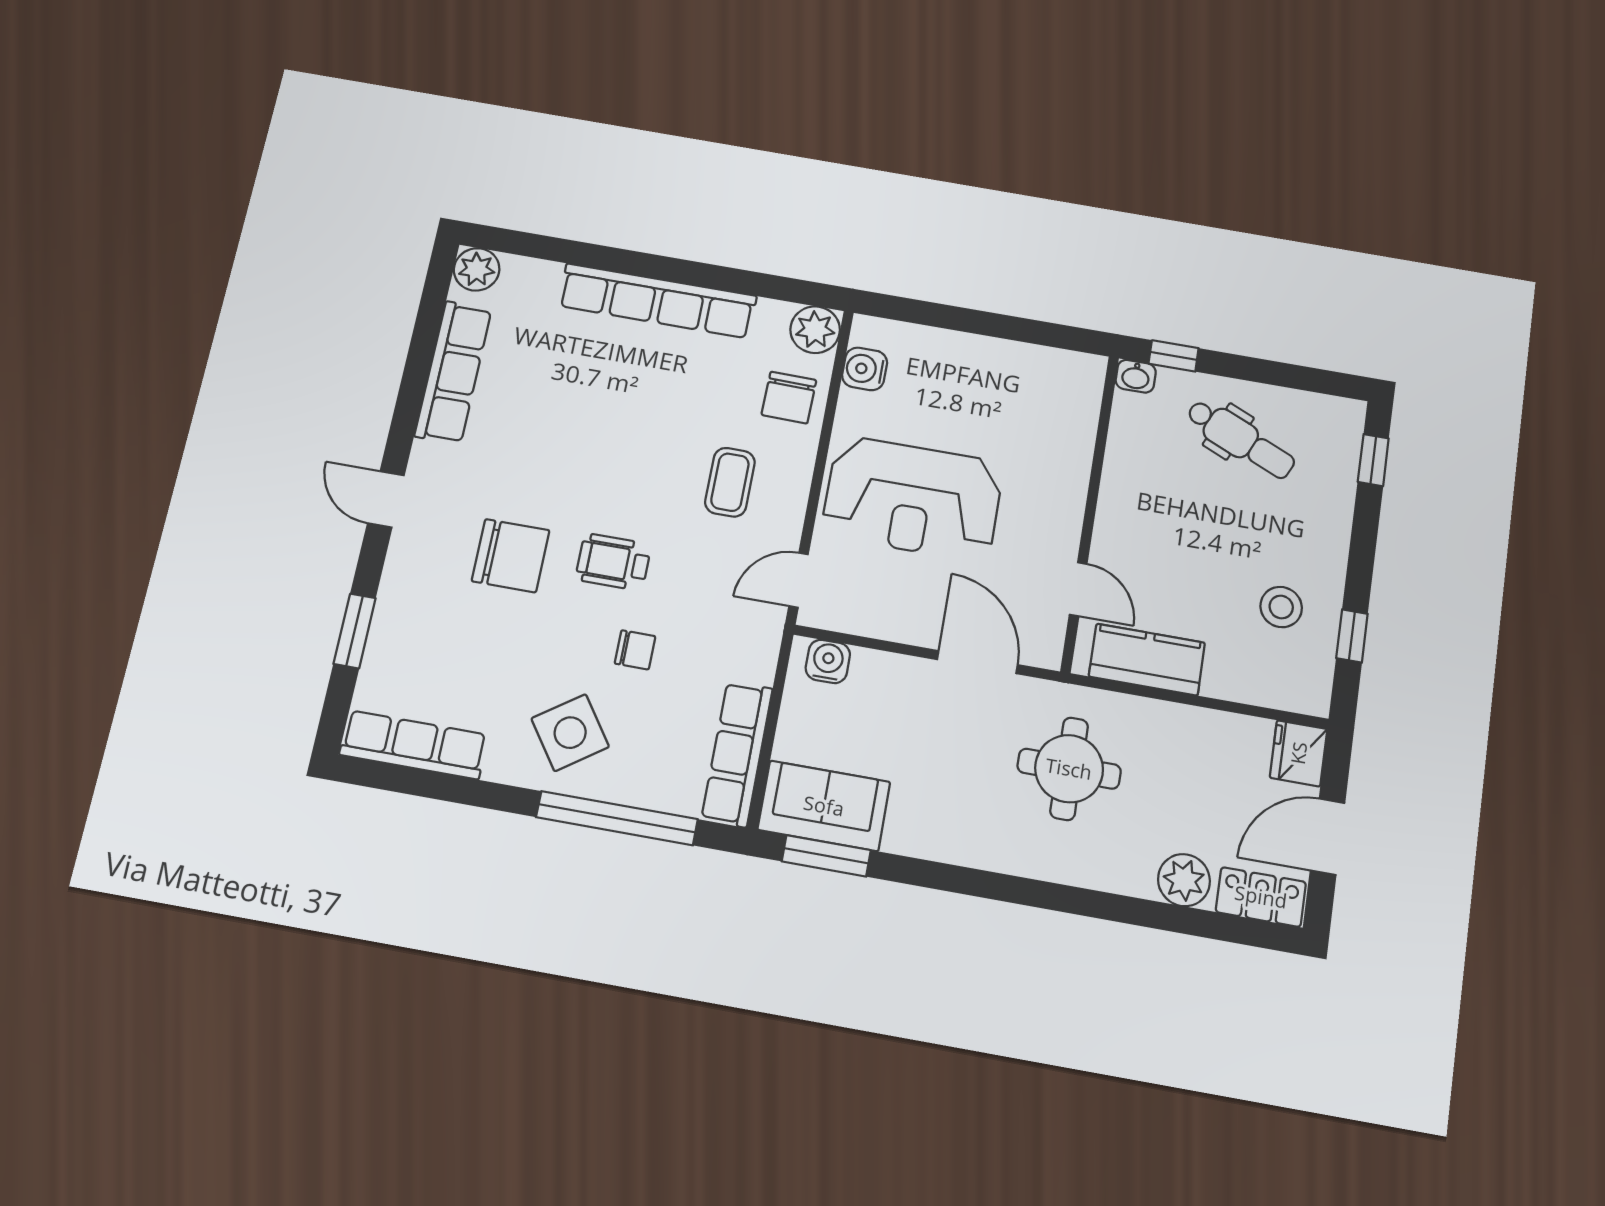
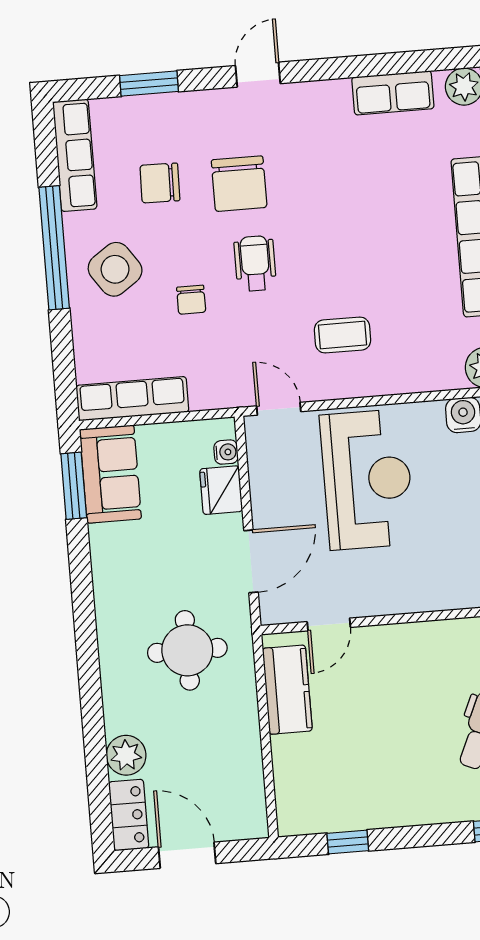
row of seats: (453, 372) -> (393, 93), width x0.68
chair: (789, 397) -> (160, 183), moved
reception desk: (913, 499) -> (367, 479), turned 180
stool: (1281, 607) -> (356, 783), removed
water cooler: (828, 661) -> (226, 452), width x0.72, depth x0.72
fridge: (1299, 753) -> (221, 490), moved, turned -90
window: (617, 818) -> (54, 248), moved

